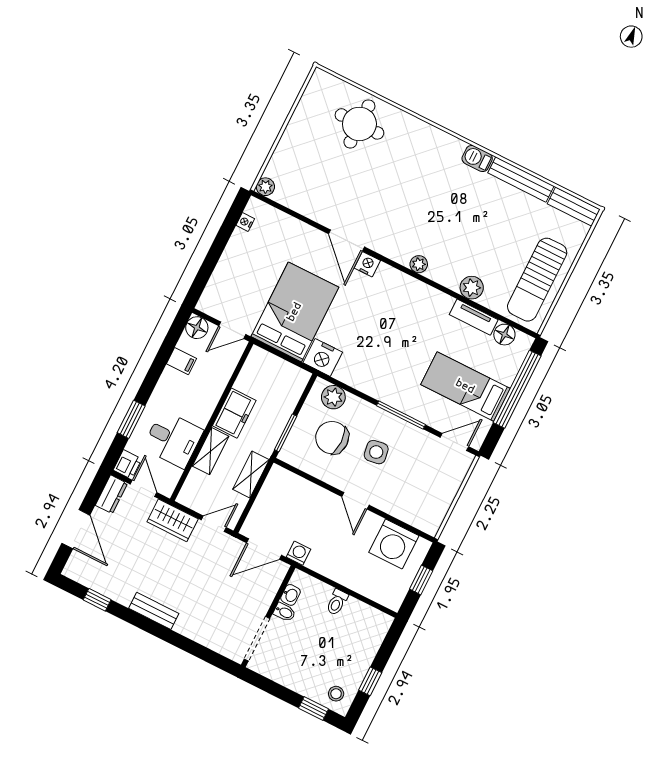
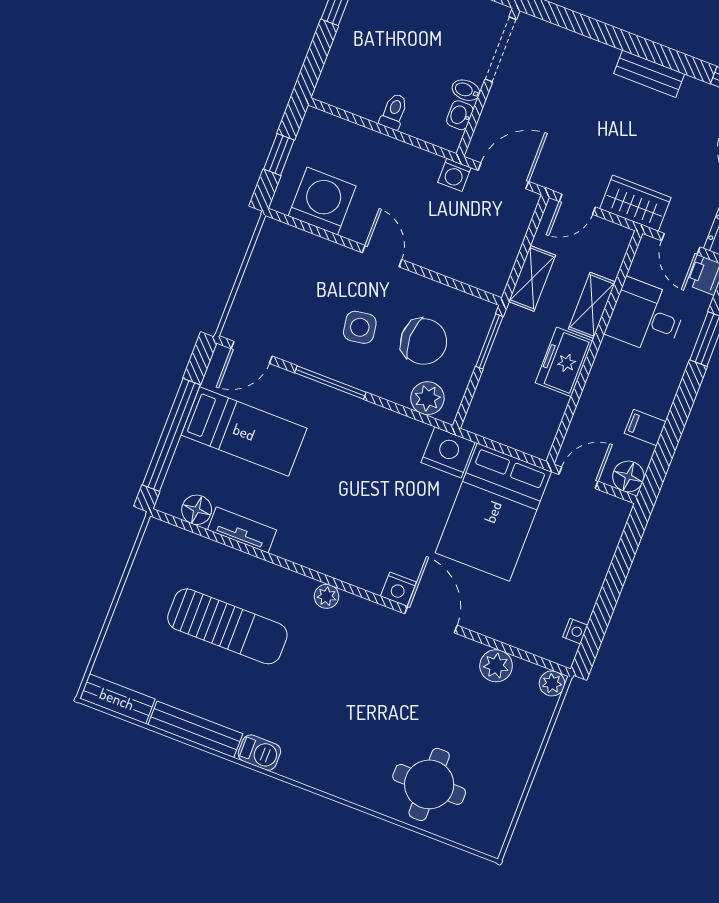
sun lounger: (537, 280) -> (227, 626), moved, turned 90
plant: (472, 288) -> (496, 666), moved

